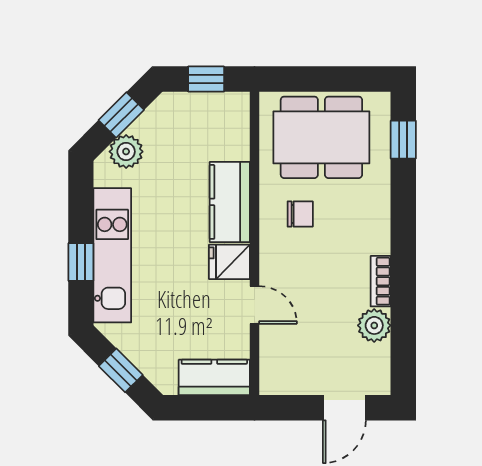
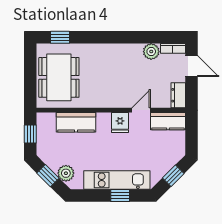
kitchen counter: (230, 202) -> (76, 122), moved
chair: (300, 214) -> (97, 88), removed
bookcase: (381, 281) -> (173, 48), moved
kitchen counter: (214, 377) -> (168, 121), moved, turned -90
dresser: (285, 381) -> (178, 95), added

